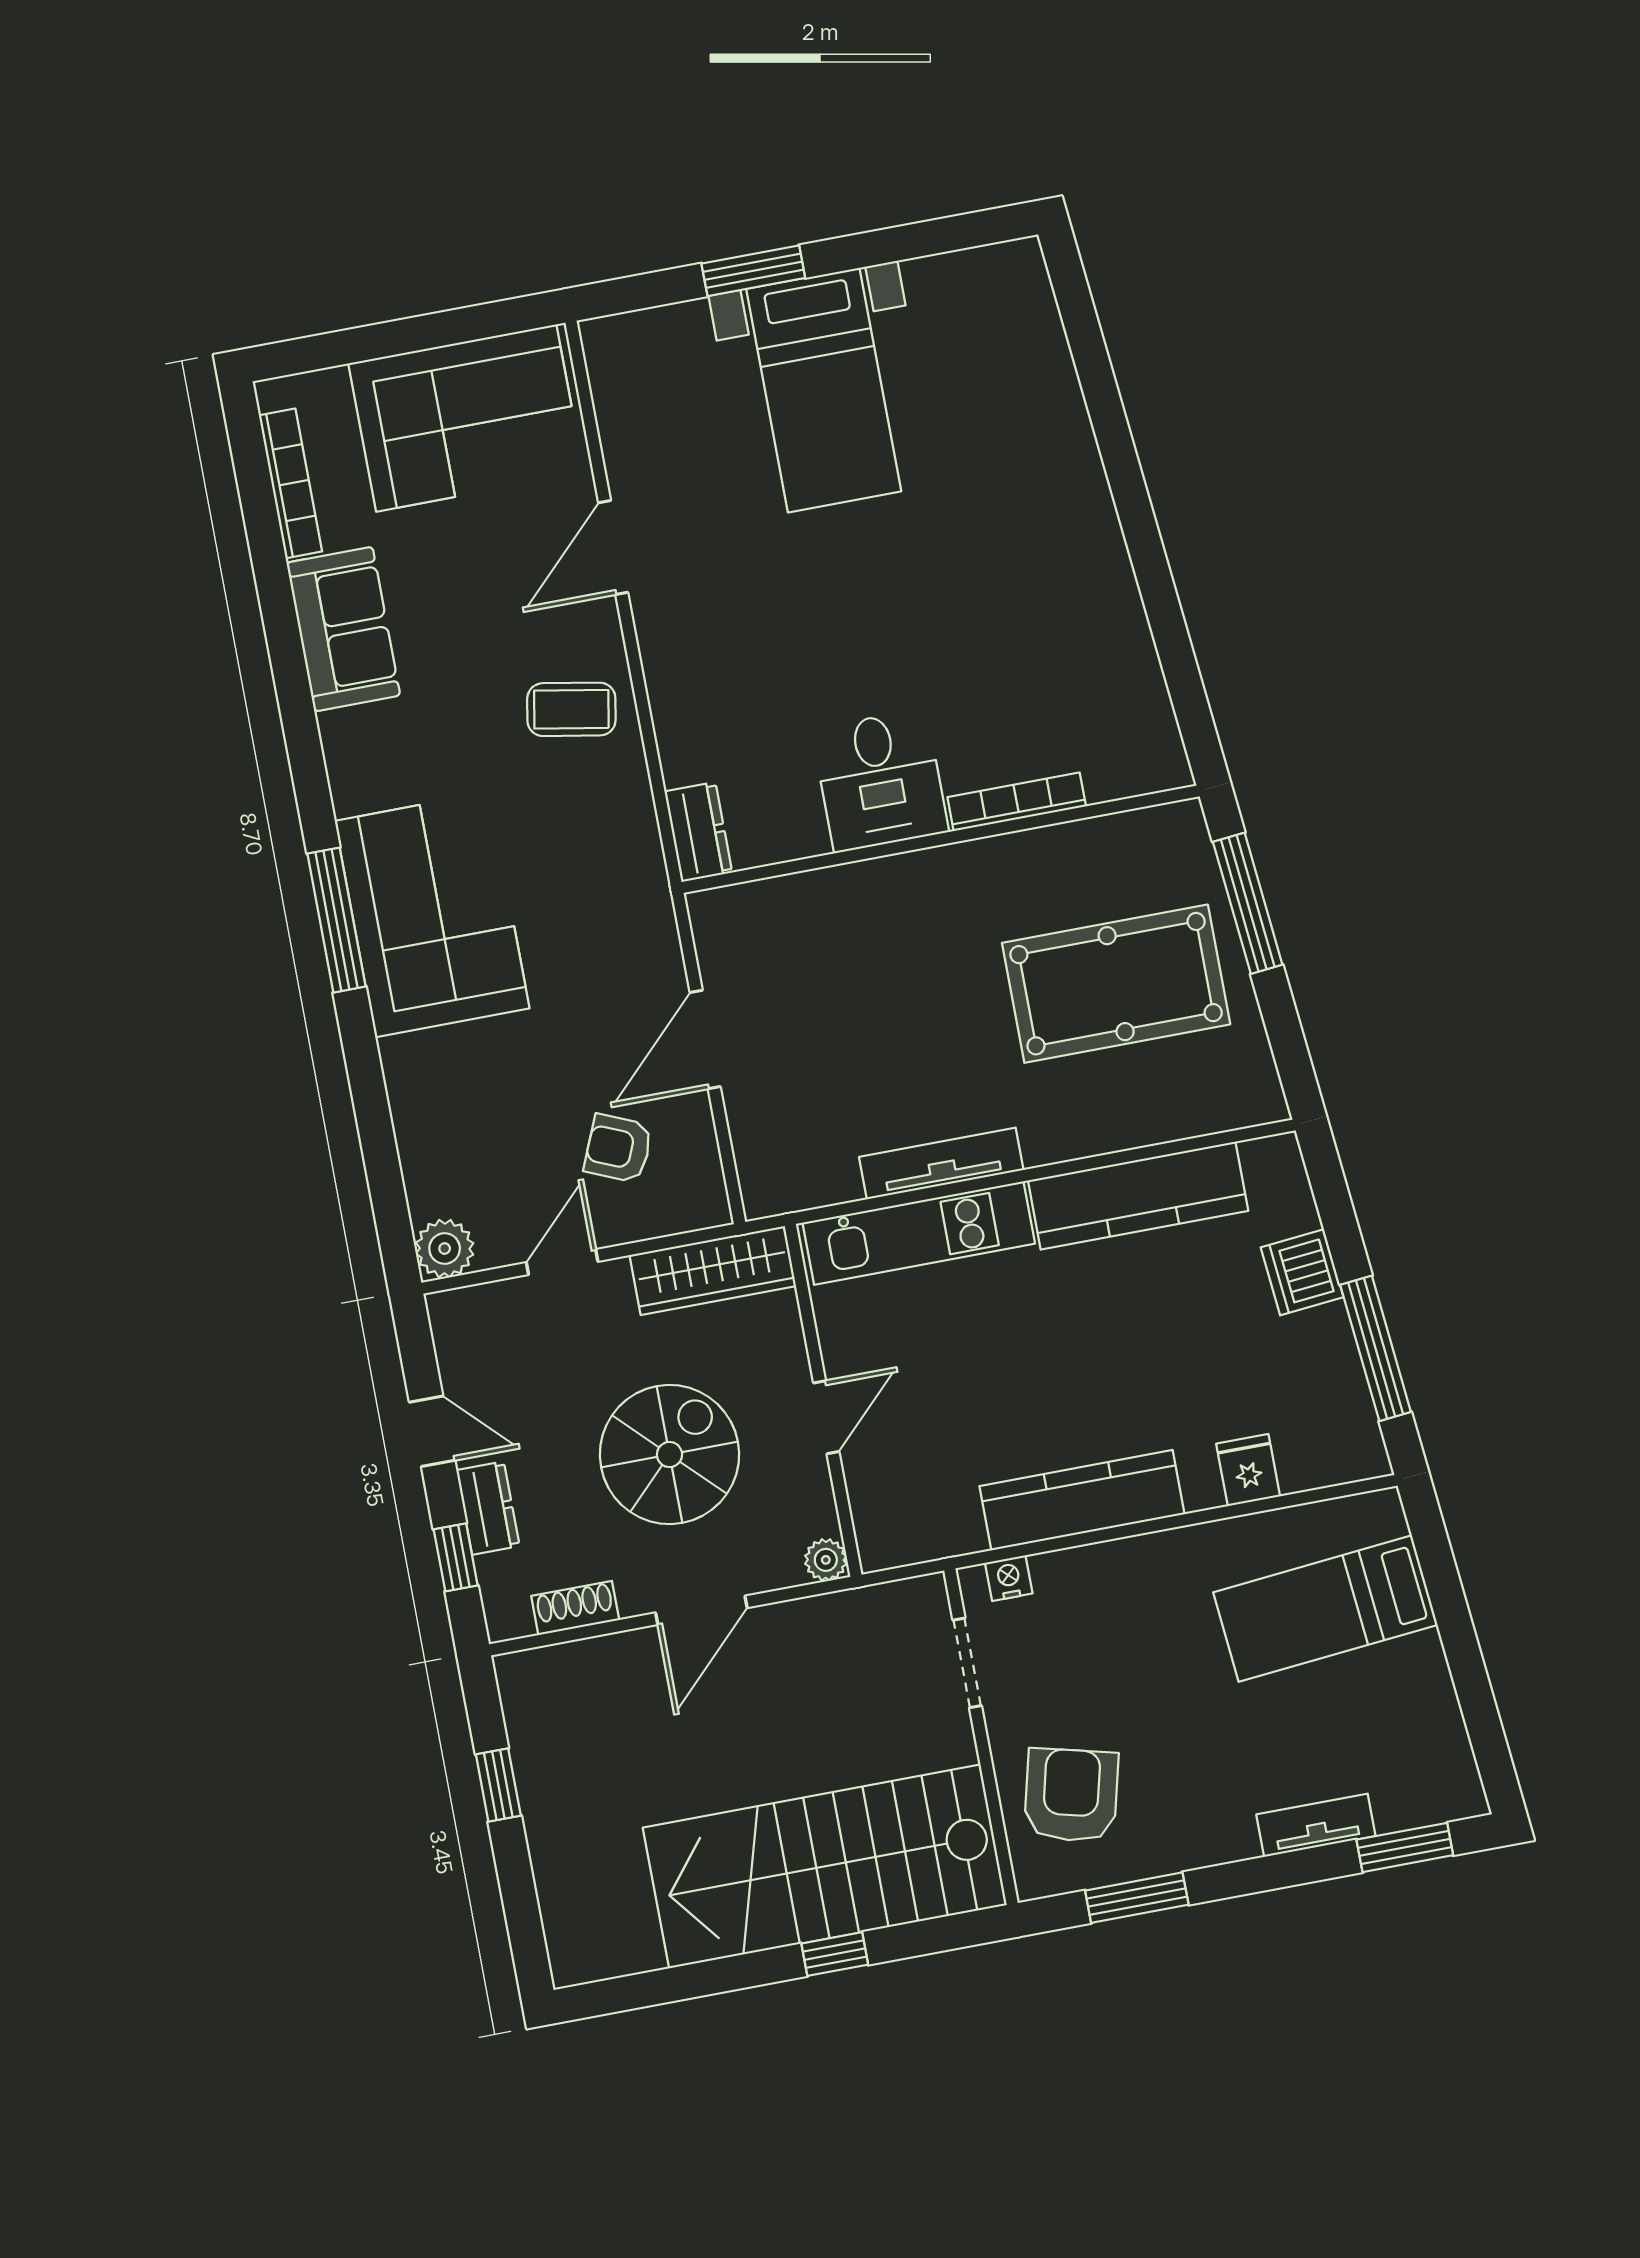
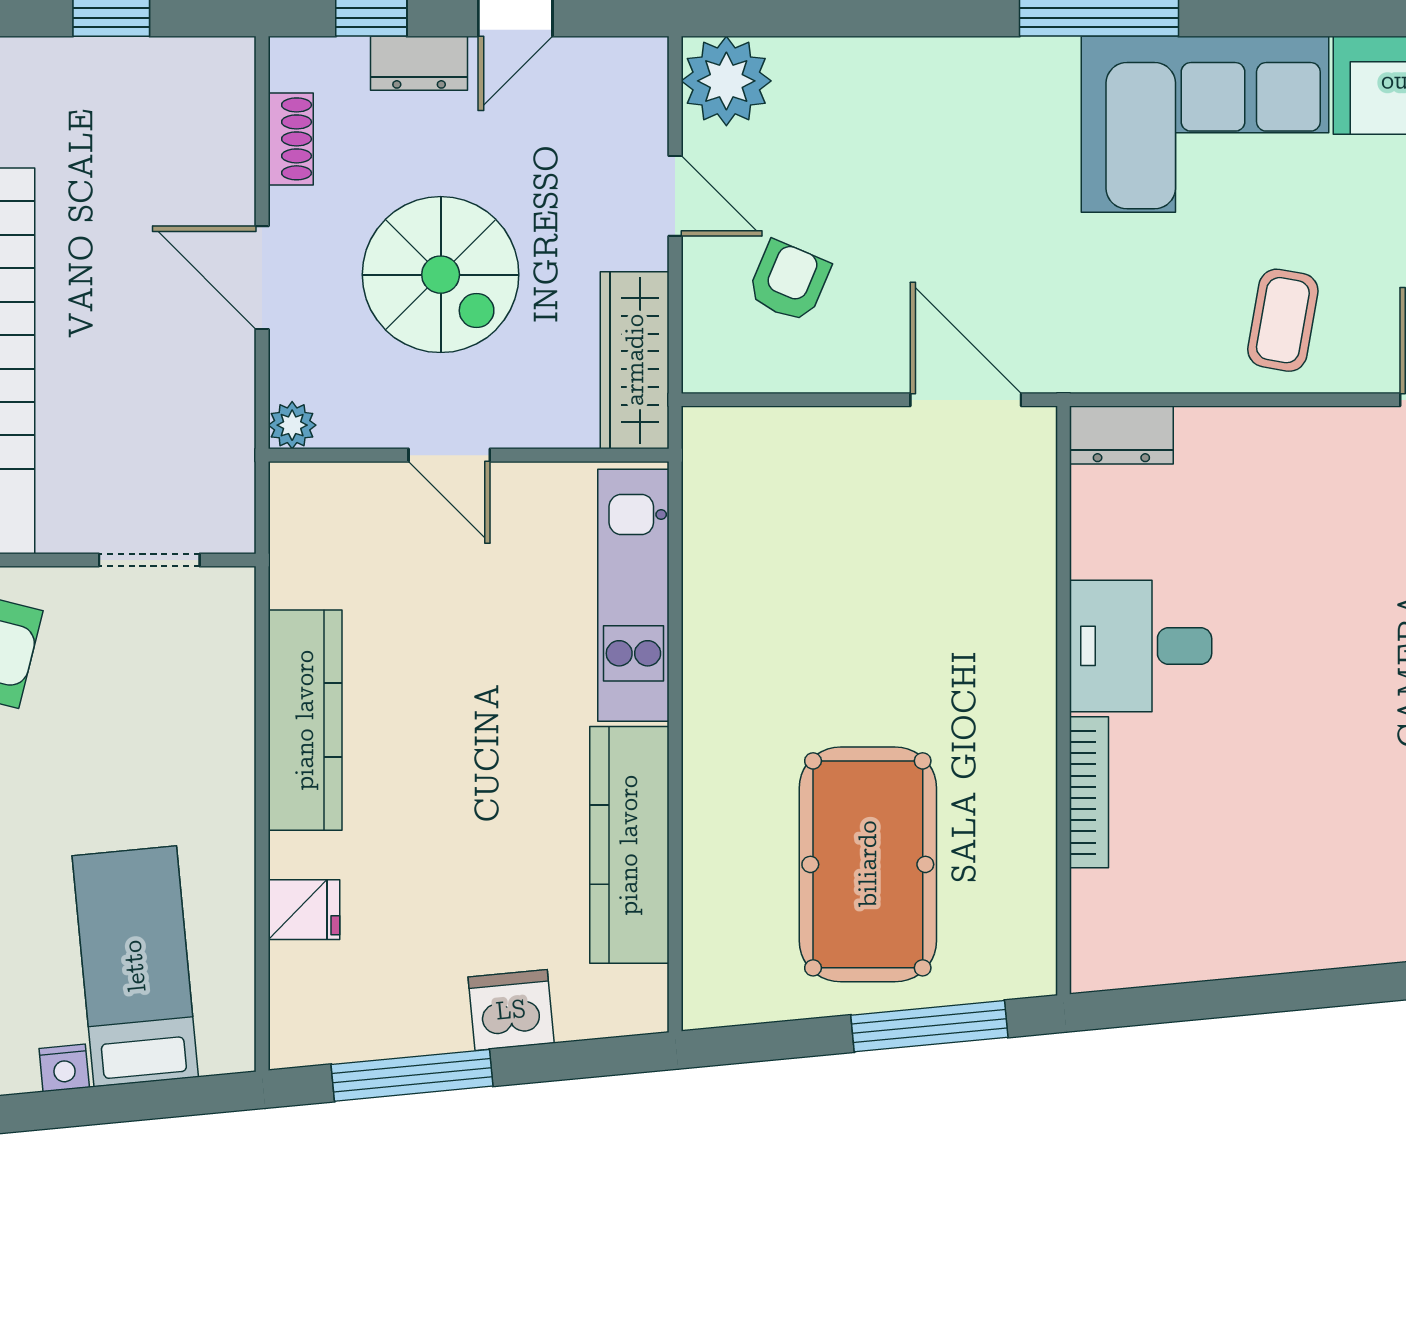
corner sofa: (432, 915) -> (1205, 124), moved
door: (705, 1039) -> (966, 400), moved
tv unit: (941, 1163) -> (706, 634), removed
plant: (445, 1249) -> (726, 81), width x1.36, depth x1.36
nightstand: (1009, 1578) -> (64, 1068), moved, turned 85

